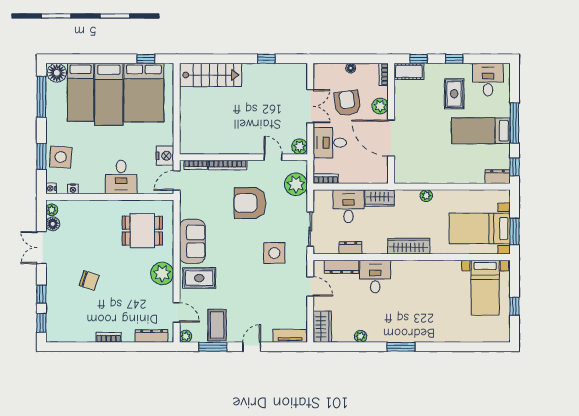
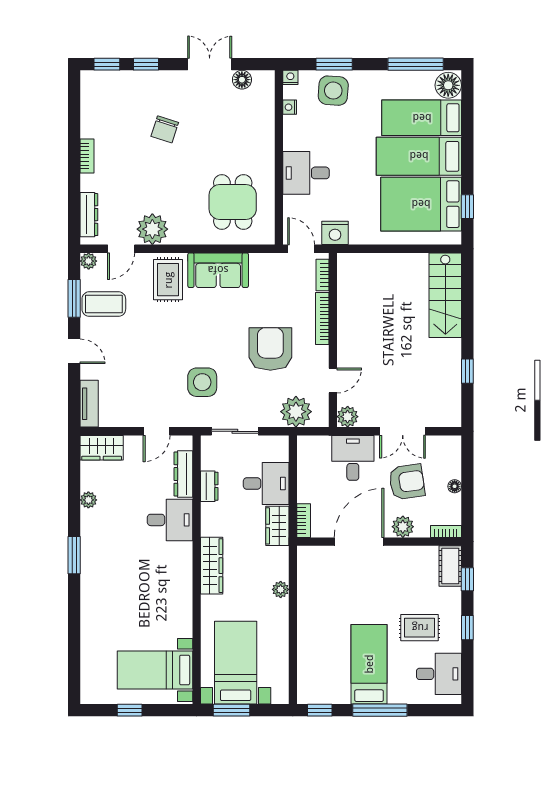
dresser: (498, 177) -> (306, 687), removed
bookcase: (326, 179) -> (304, 521), moved
plant: (52, 210) -> (261, 78), removed
plant: (162, 273) -> (152, 229), moved

